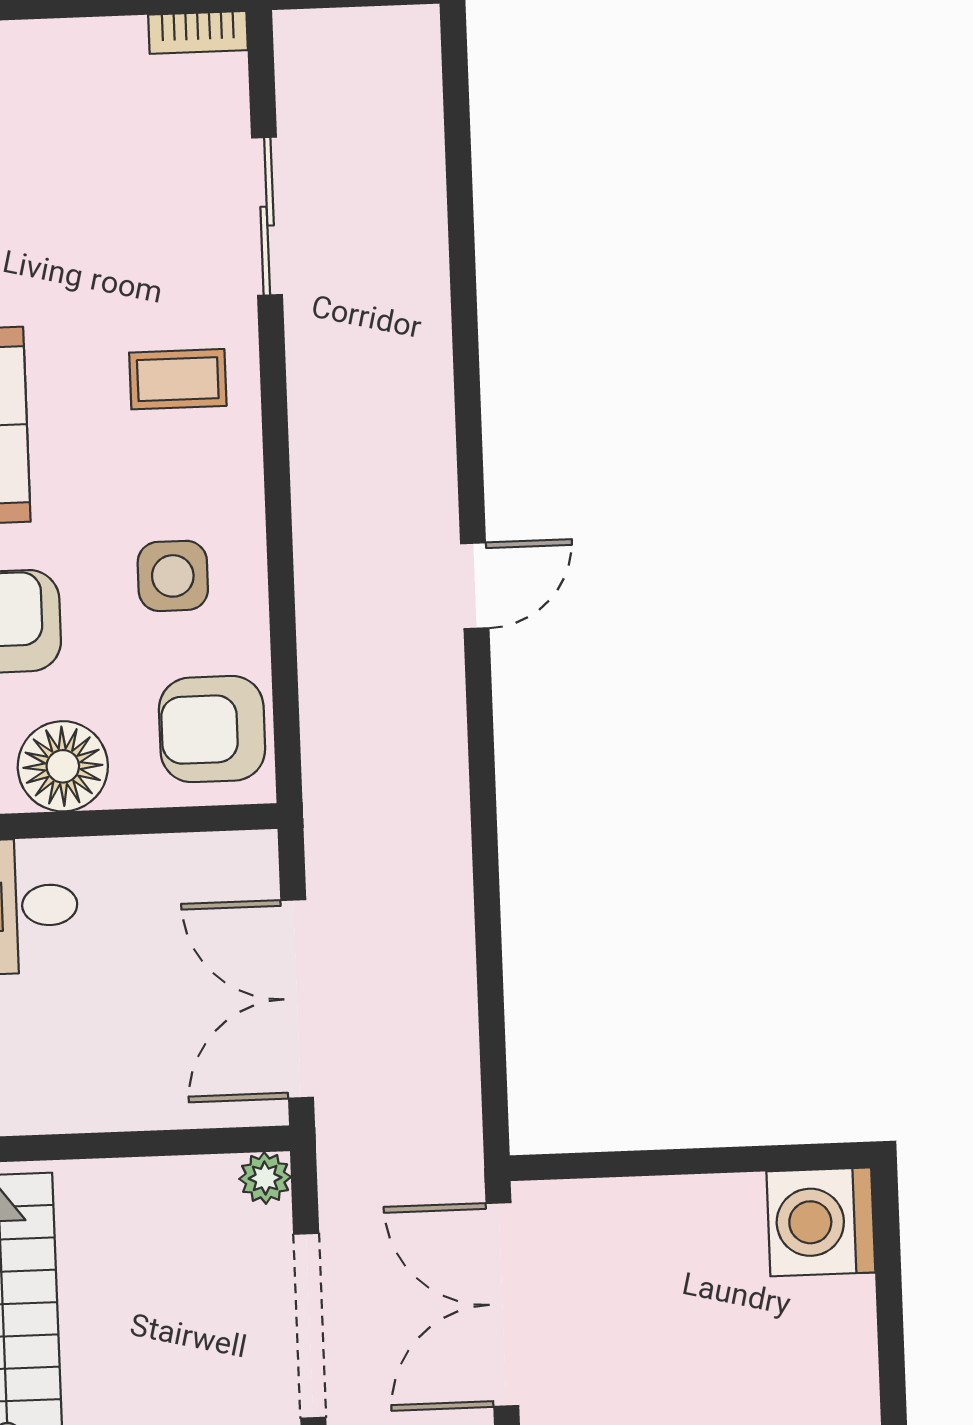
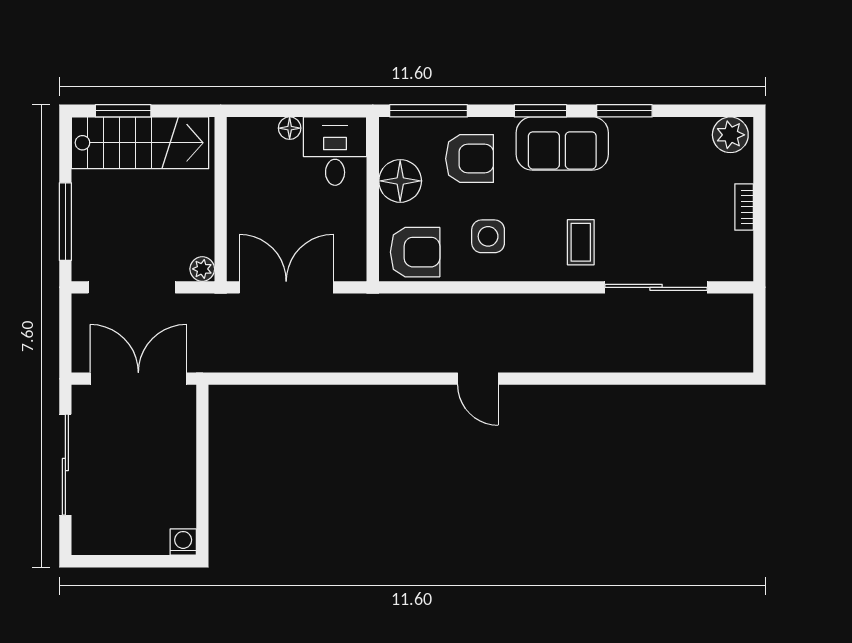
bookcase: (198, 32) -> (744, 207), moved
sliding door: (267, 216) -> (656, 287), width x1.37
armchair: (212, 729) -> (415, 252), turned 90
washing machine: (821, 1222) -> (183, 542), width x0.53, depth x0.53

